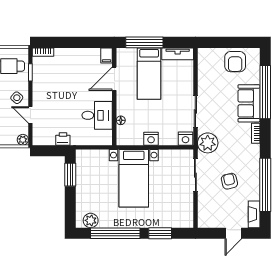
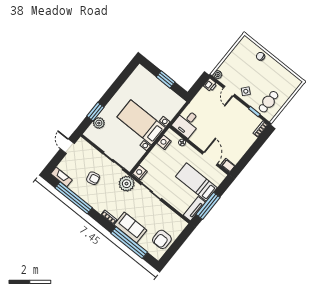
window: (144, 42) -> (208, 206), moved
armchair: (235, 62) -> (162, 239), turned -90
door: (30, 115) -> (229, 91), swing flipped
desk: (97, 115) -> (187, 123), moved
printer: (63, 139) -> (210, 85), moved
nightstand: (151, 139) -> (164, 142), moved
window: (70, 175) -> (166, 79), moved
plant: (91, 220) -> (99, 123), moved
window: (115, 233) -> (117, 85), removed
door: (233, 233) -> (67, 146), moved

